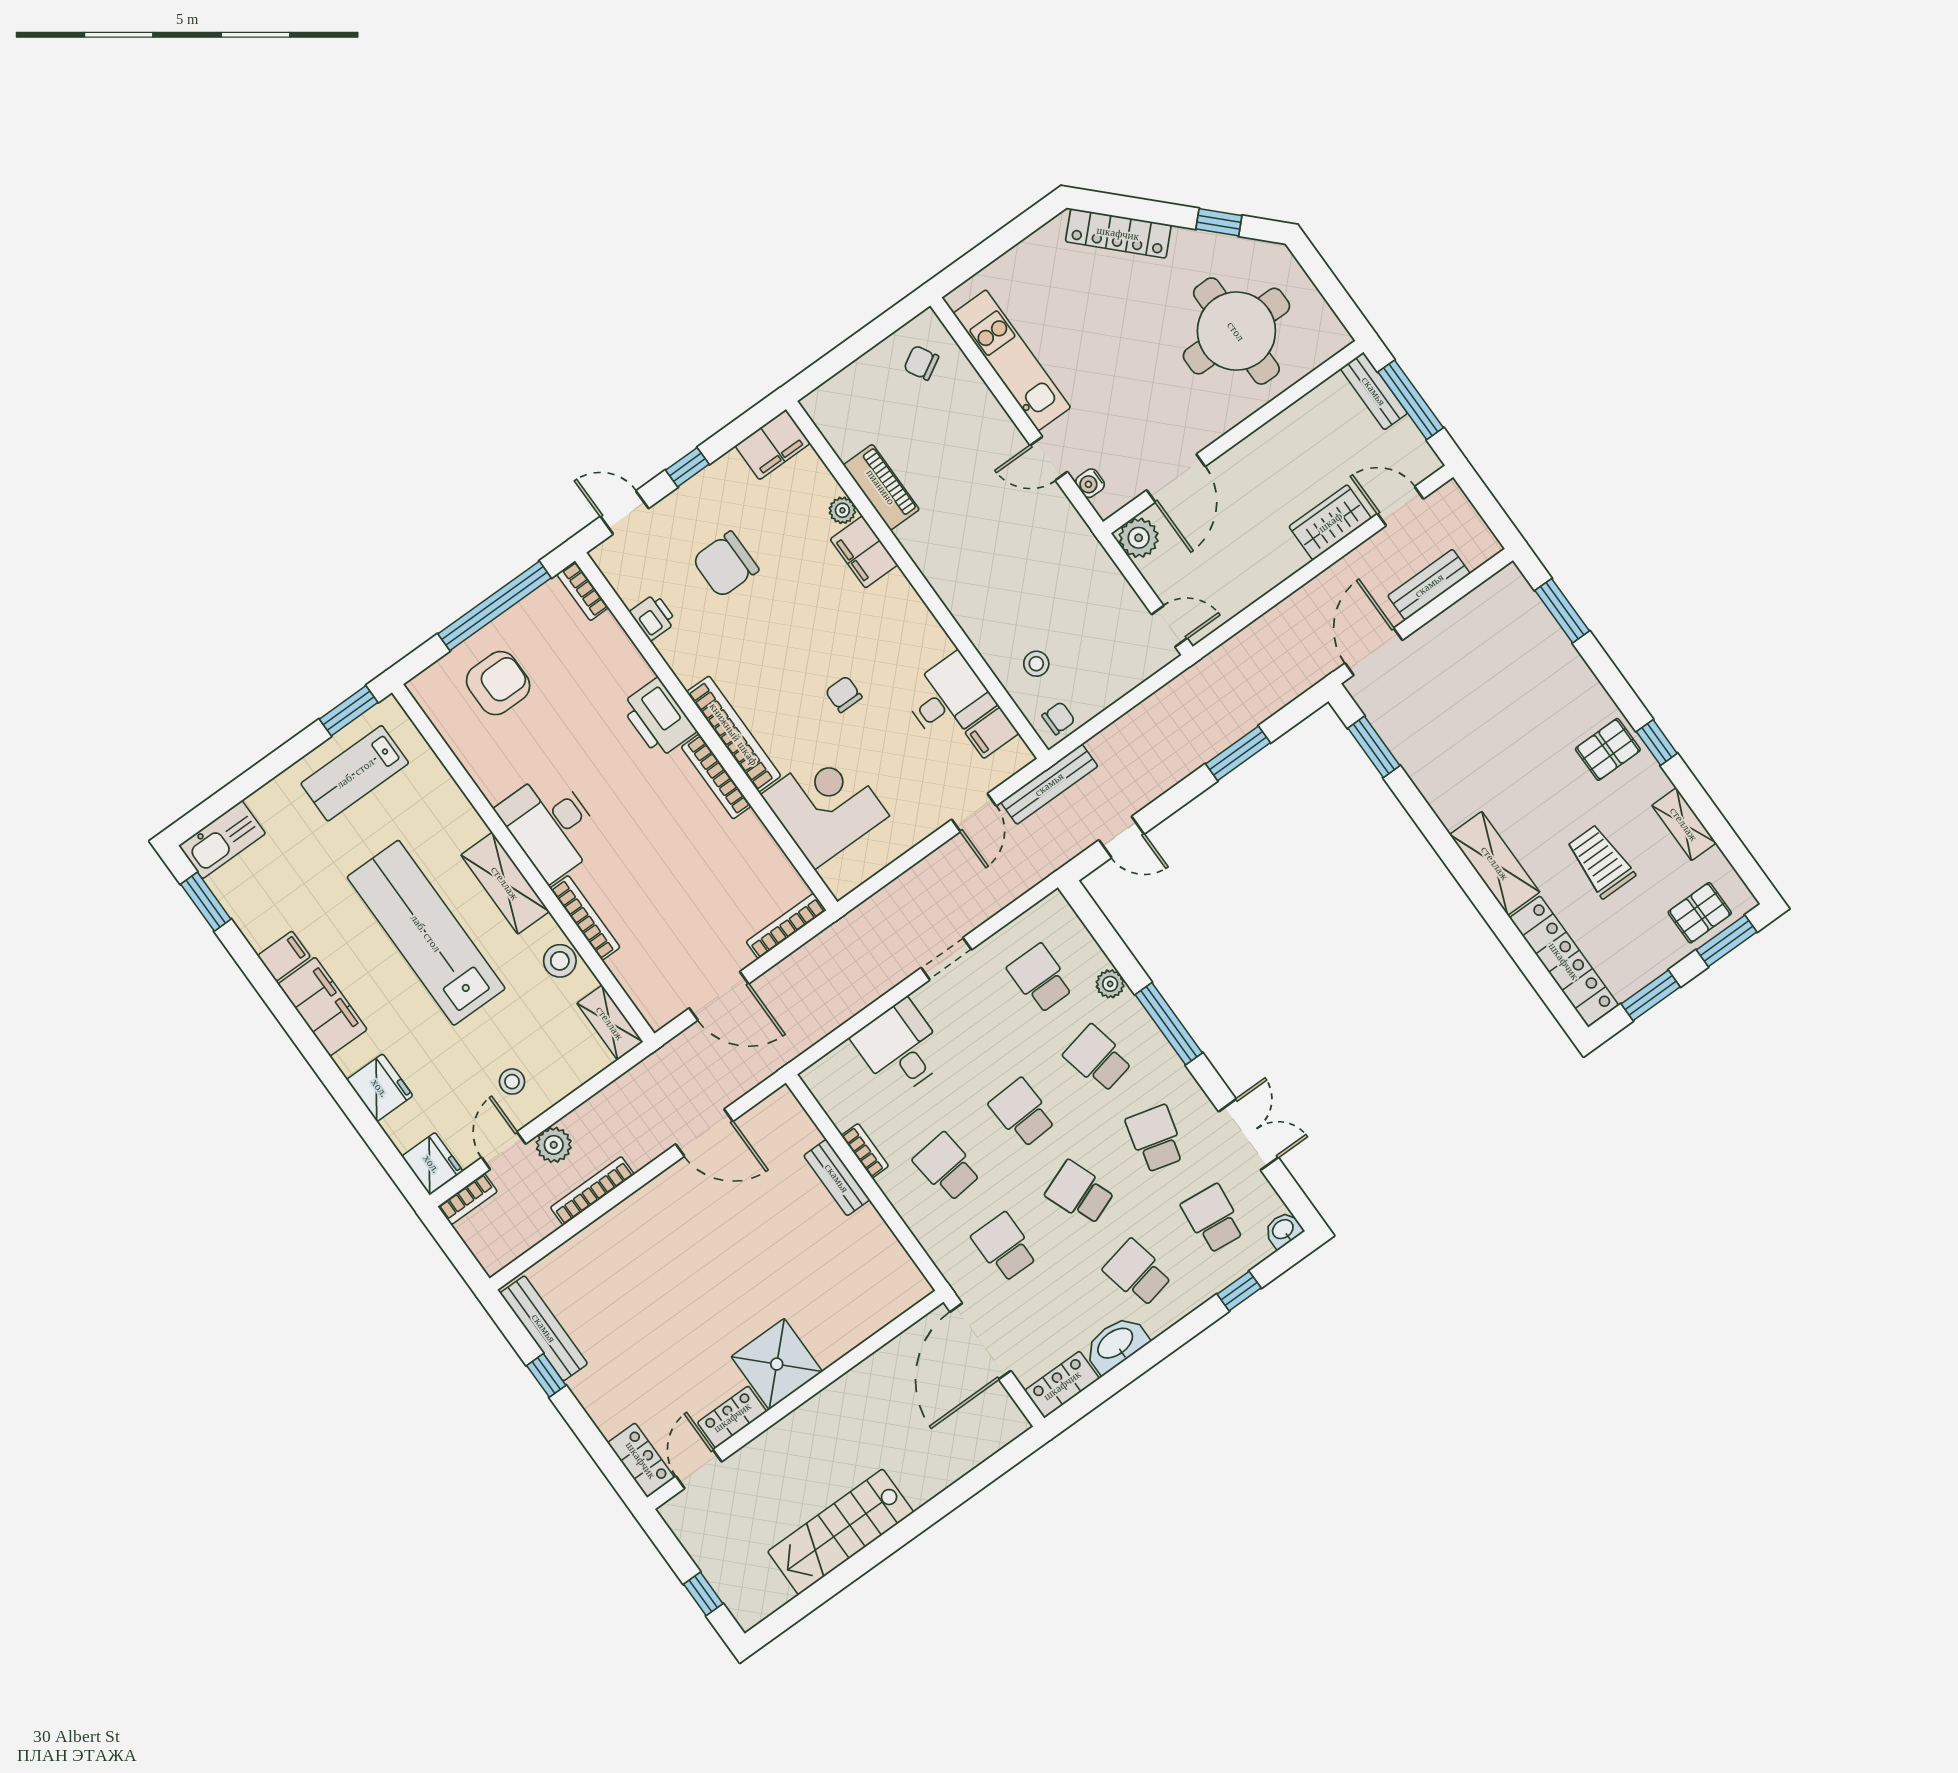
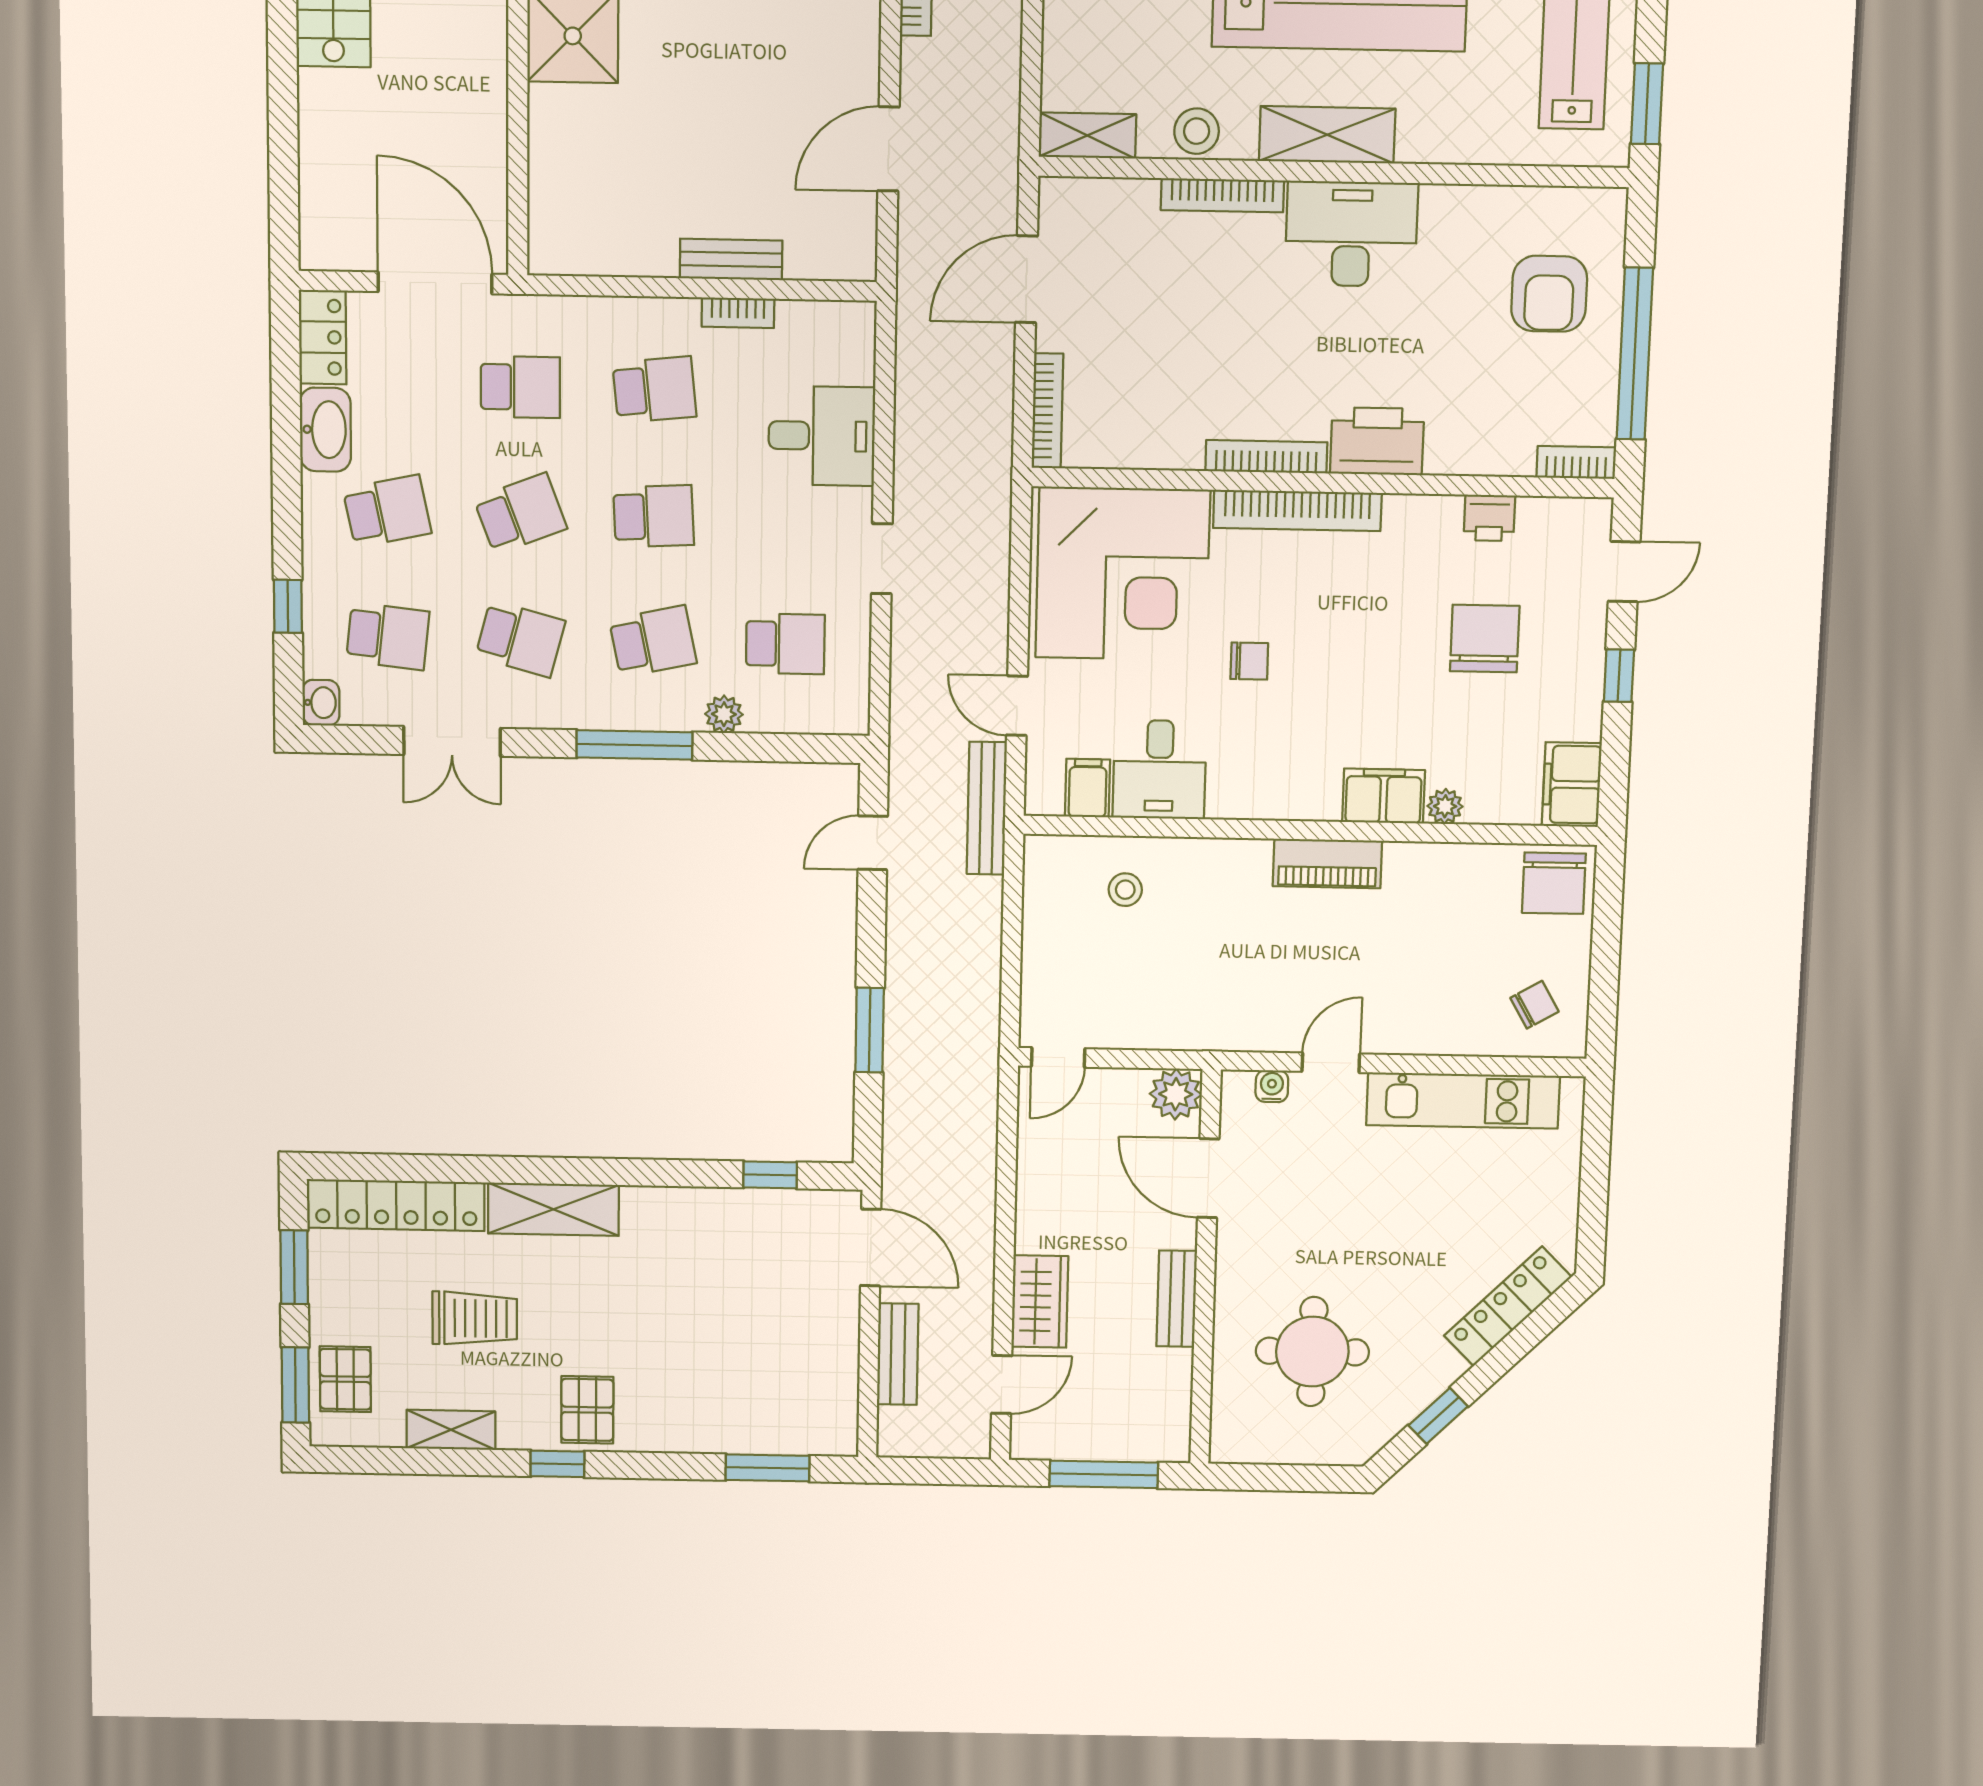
round table: (1236, 331) -> (1312, 1352), width x0.73, depth x0.73
bench: (1374, 391) -> (1177, 1299), moved, turned 90
piano: (881, 487) -> (1327, 863), moved
chair: (1058, 718) -> (1554, 883), moved, width x1.87, depth x1.87
window: (1374, 747) -> (770, 1175), width x0.67
corner desk: (825, 805) -> (1123, 574), width x1.36, depth x1.36

